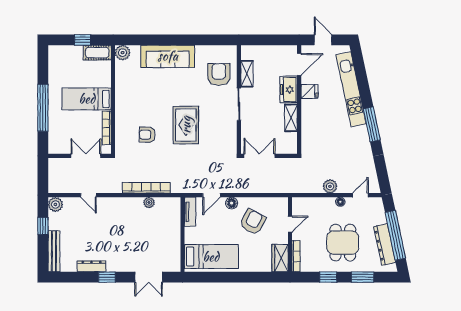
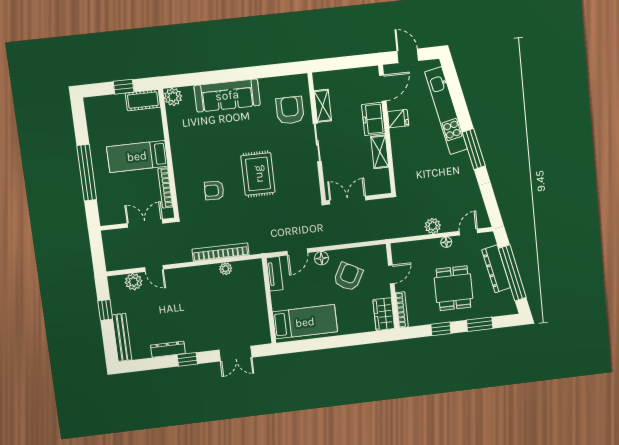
plant: (55, 204) -> (134, 282), moved
dresser: (385, 245) -> (496, 269), moved

